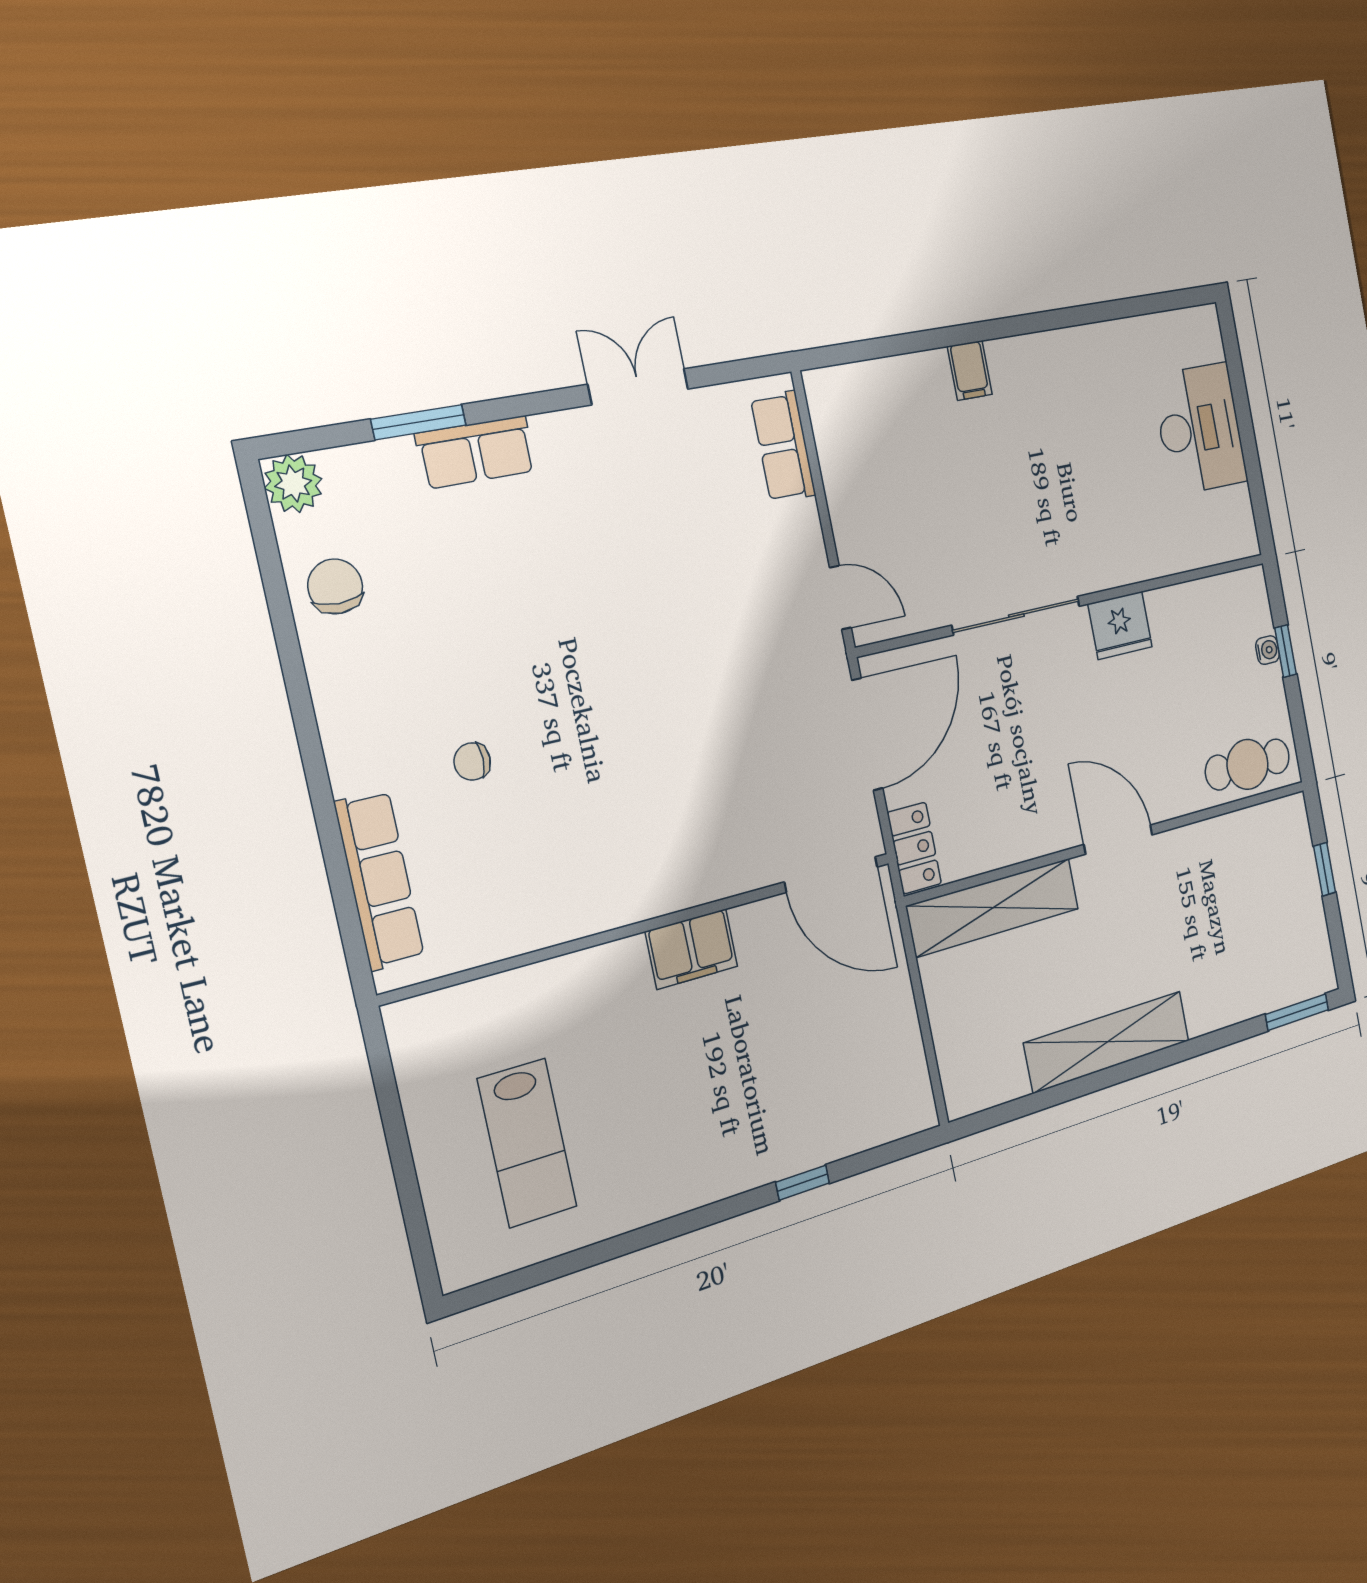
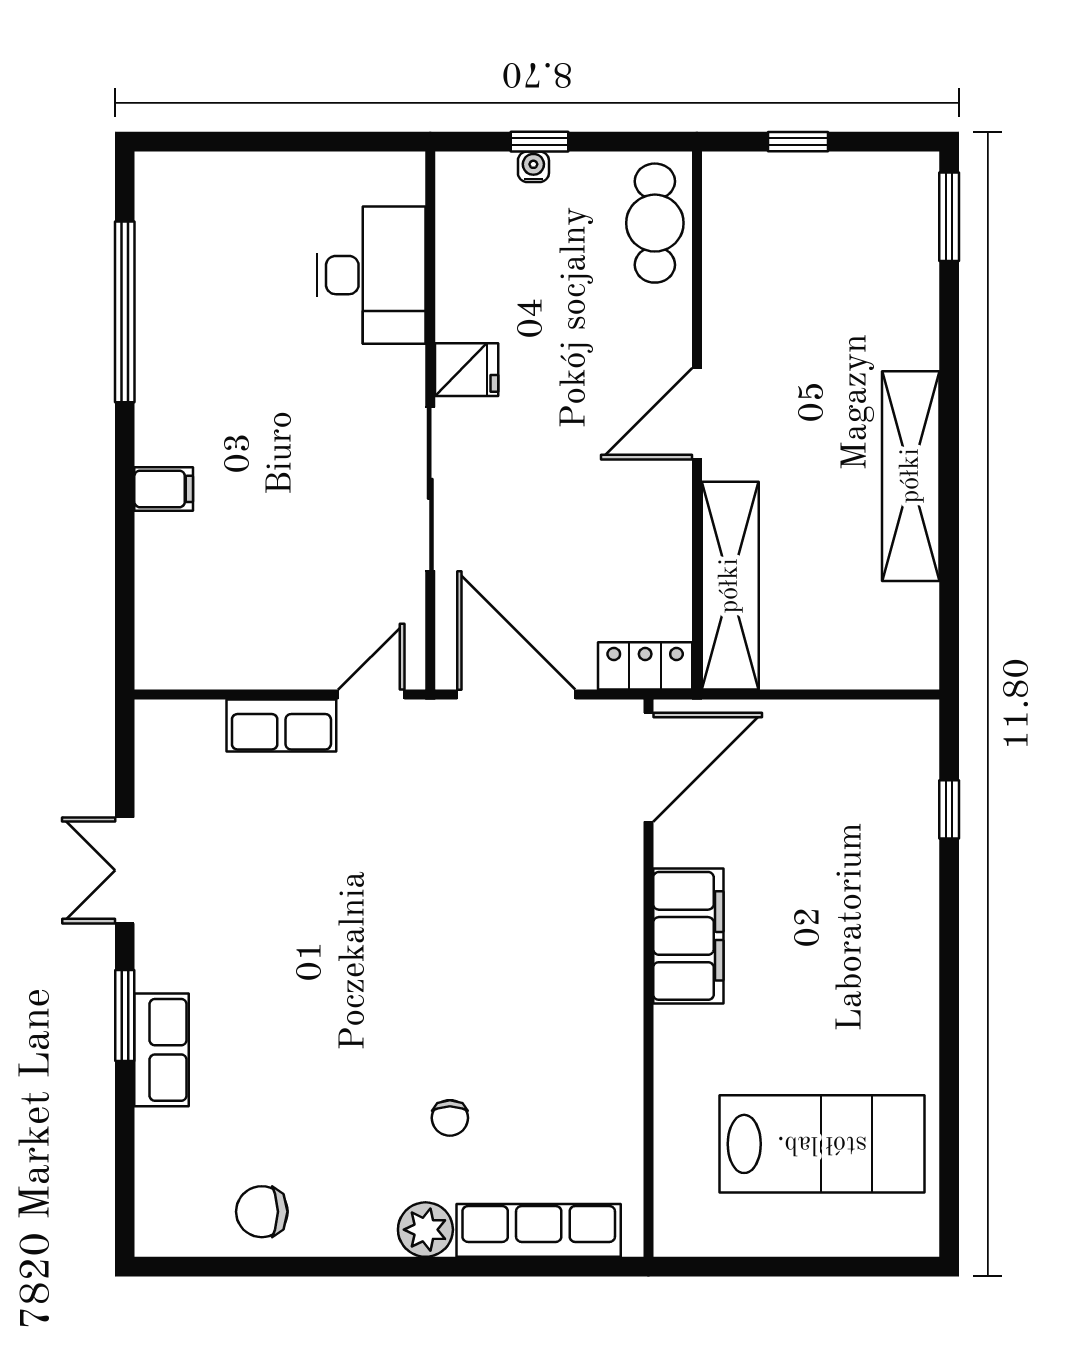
window: (1099, 312) -> (125, 312), added
window: (419, 422) -> (125, 1015), moved
desk: (1200, 429) -> (371, 275), moved, turned 90
row of seats: (783, 447) -> (281, 725), moved
plant: (293, 484) -> (425, 1230), moved
fridge: (1120, 625) -> (467, 370), width x0.72
filing cabinet: (692, 949) -> (688, 936), width x1.50, depth x1.17
lab bench: (527, 1143) -> (822, 1144), width x1.36, depth x1.39
window: (803, 1183) -> (949, 809), moved

